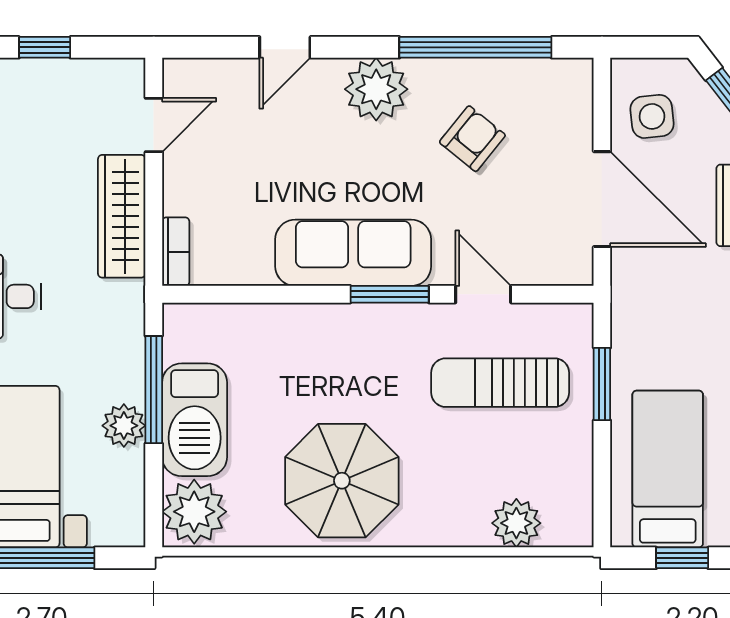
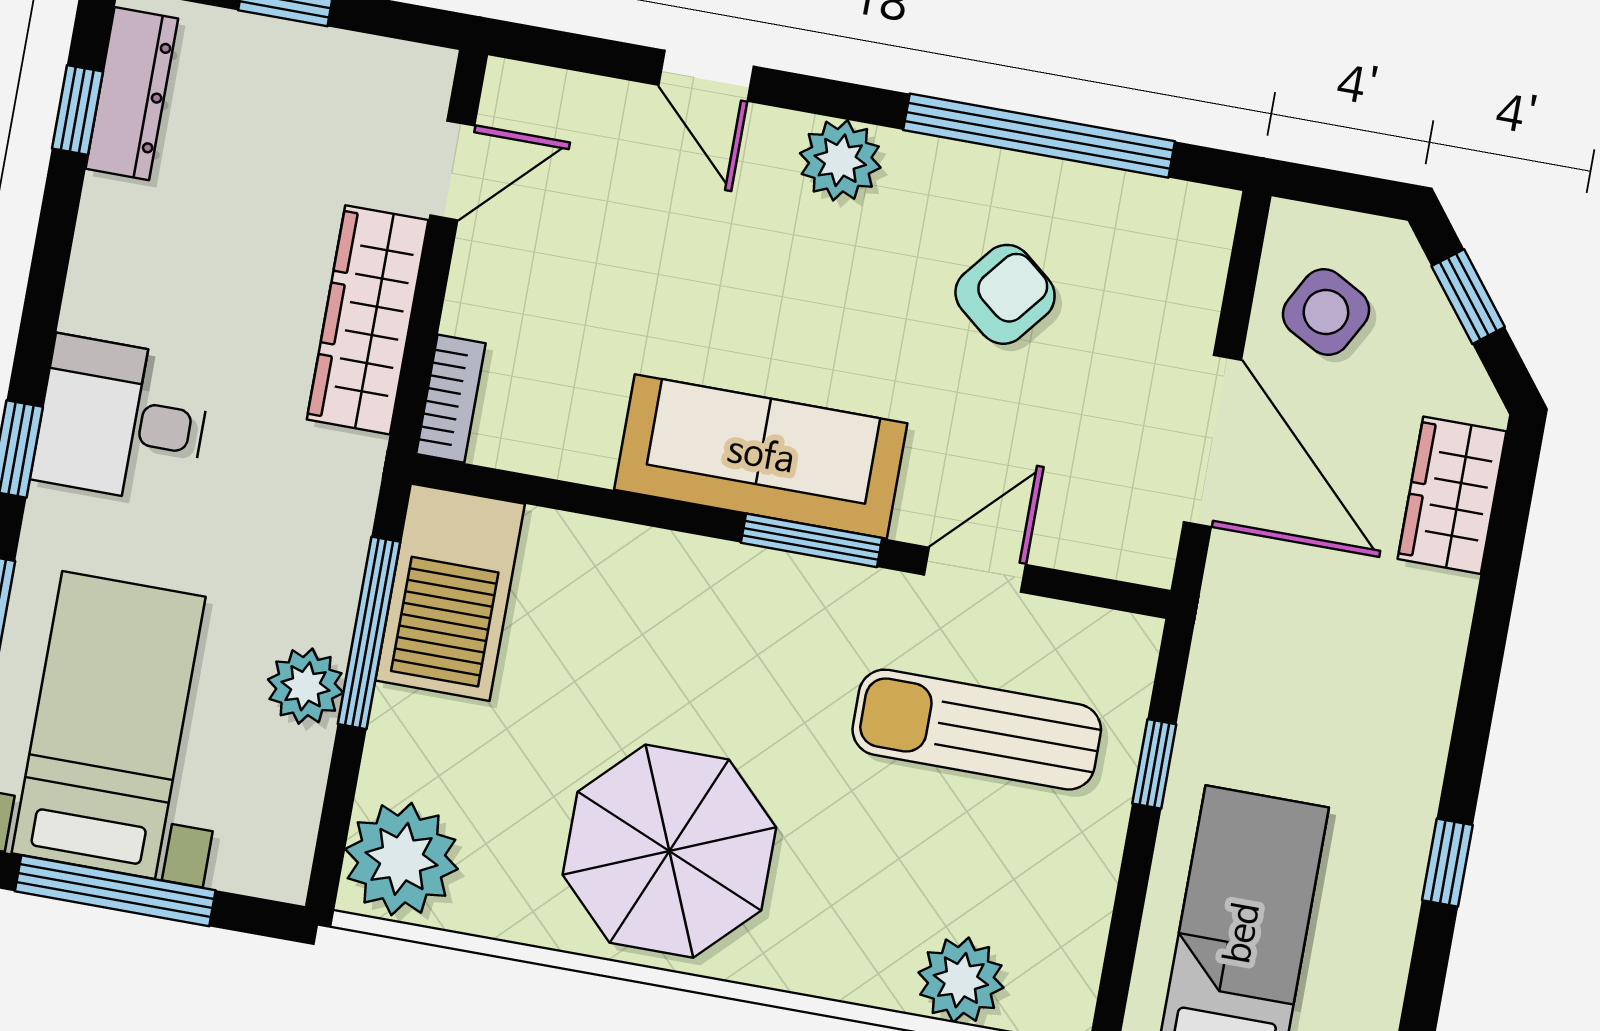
door: (285, 47) -> (706, 76), hinge flipped
plant: (376, 89) -> (840, 160), width x0.73, depth x0.73
side table: (652, 116) -> (1326, 312), turned 35
door: (483, 294) -> (975, 570), hinge flipped
window: (602, 384) -> (1154, 764), width x0.67
barbecue: (195, 420) -> (450, 592), moved

